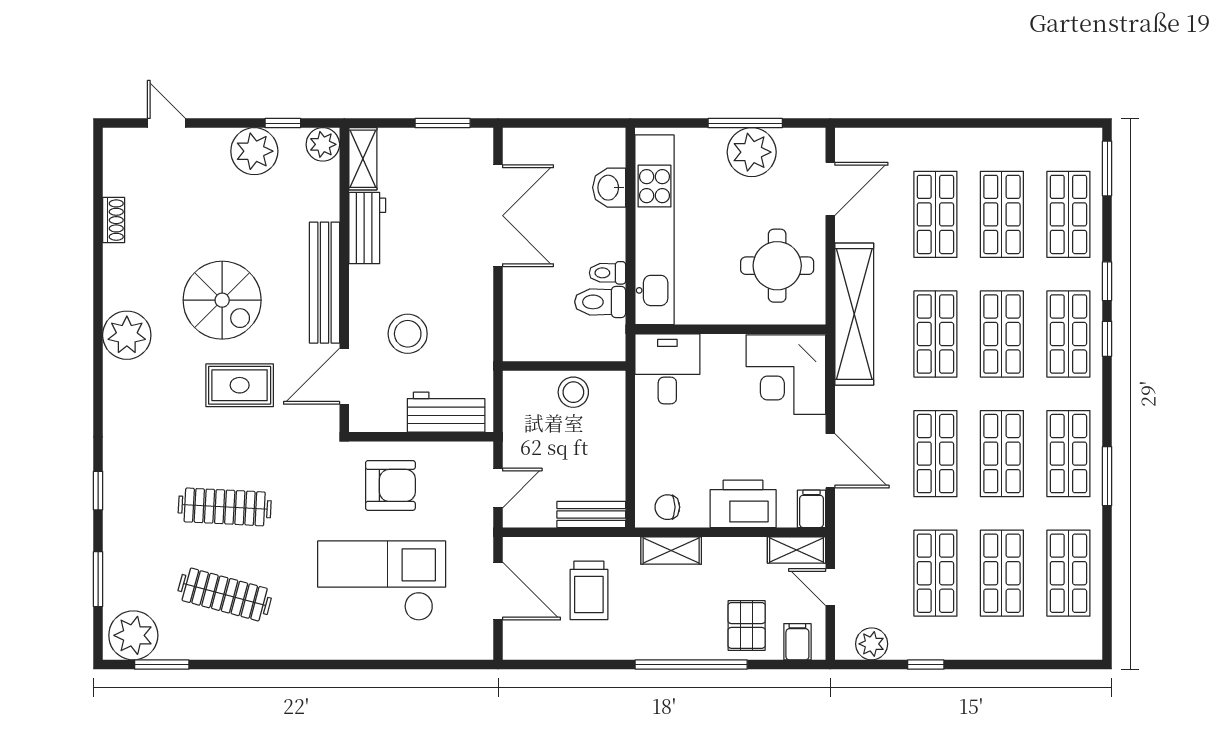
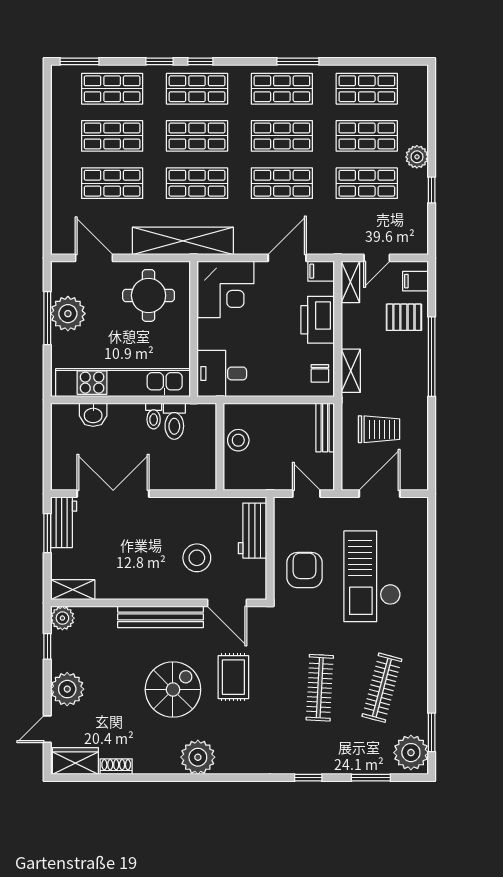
plant: (254, 151) -> (67, 689), moved
wardrobe: (121, 163) -> (75, 761), added
workbench: (367, 228) -> (64, 522), moved, turned 90
plant: (872, 644) -> (417, 157), moved

